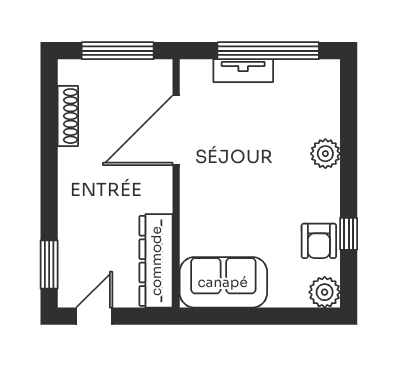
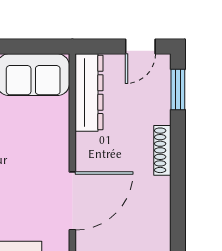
shoe rack: (68, 116) -> (162, 150), moved

